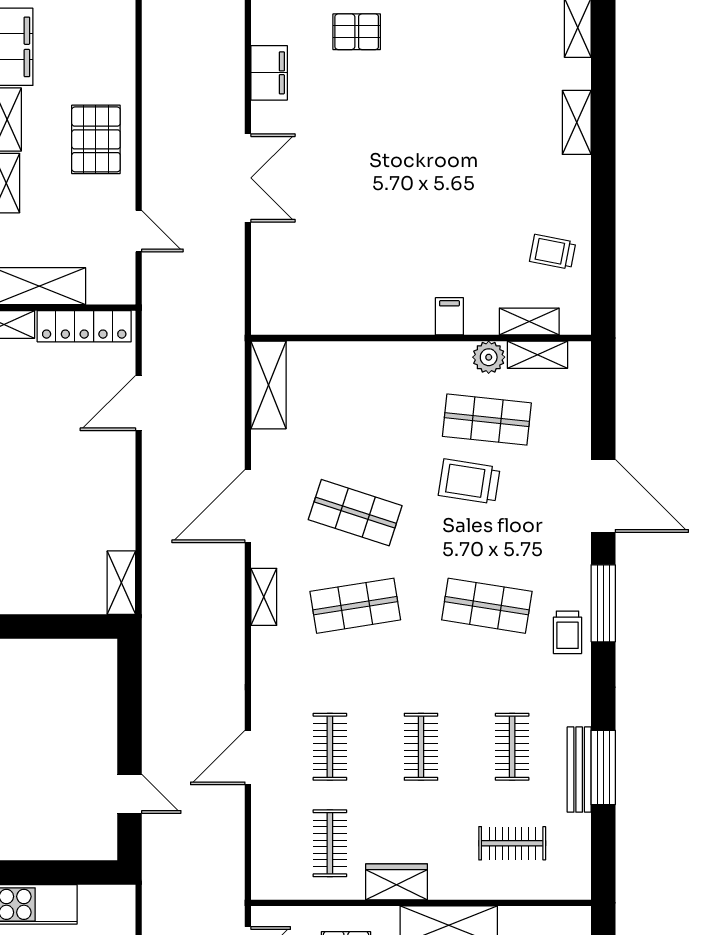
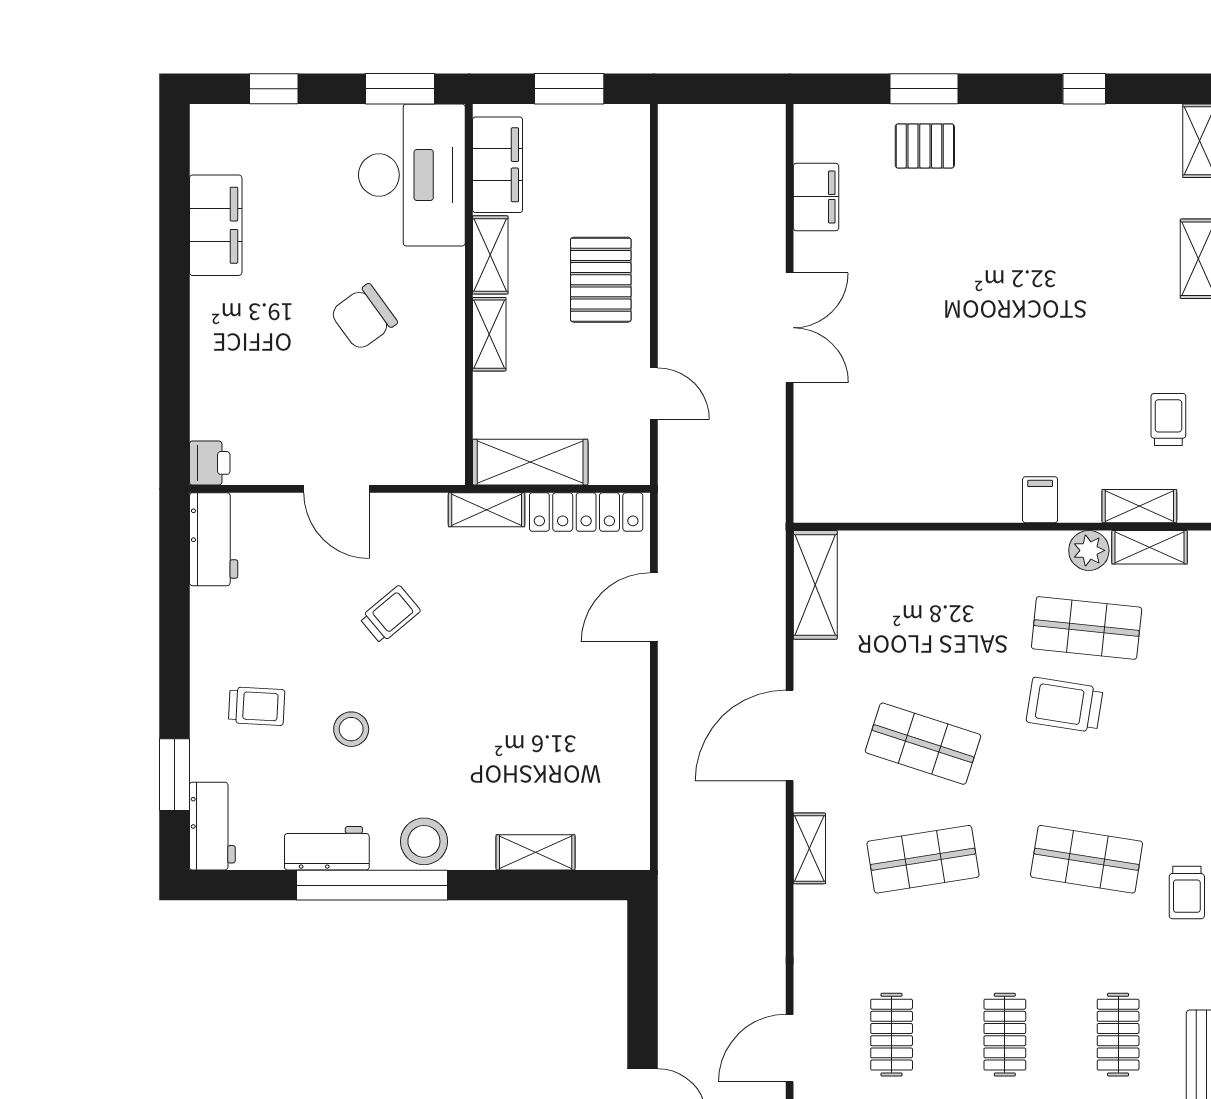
trolley: (553, 252) -> (1168, 420), turned 79
shelving: (121, 583) -> (536, 852), moved, turned 90

